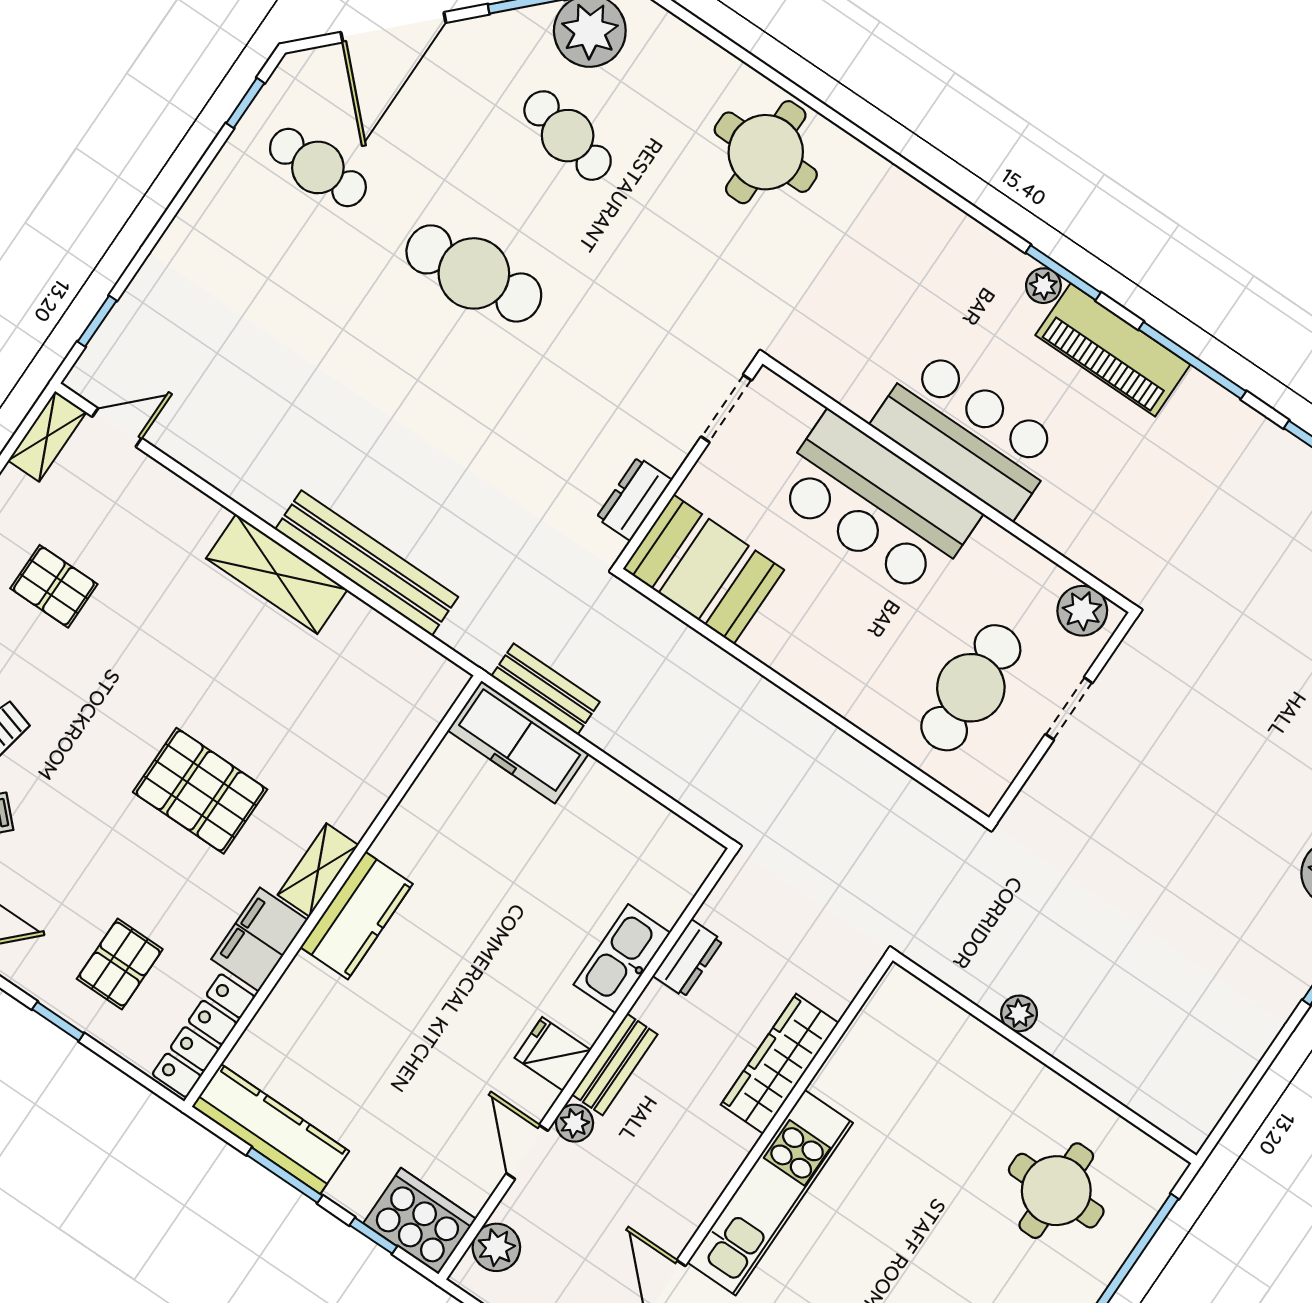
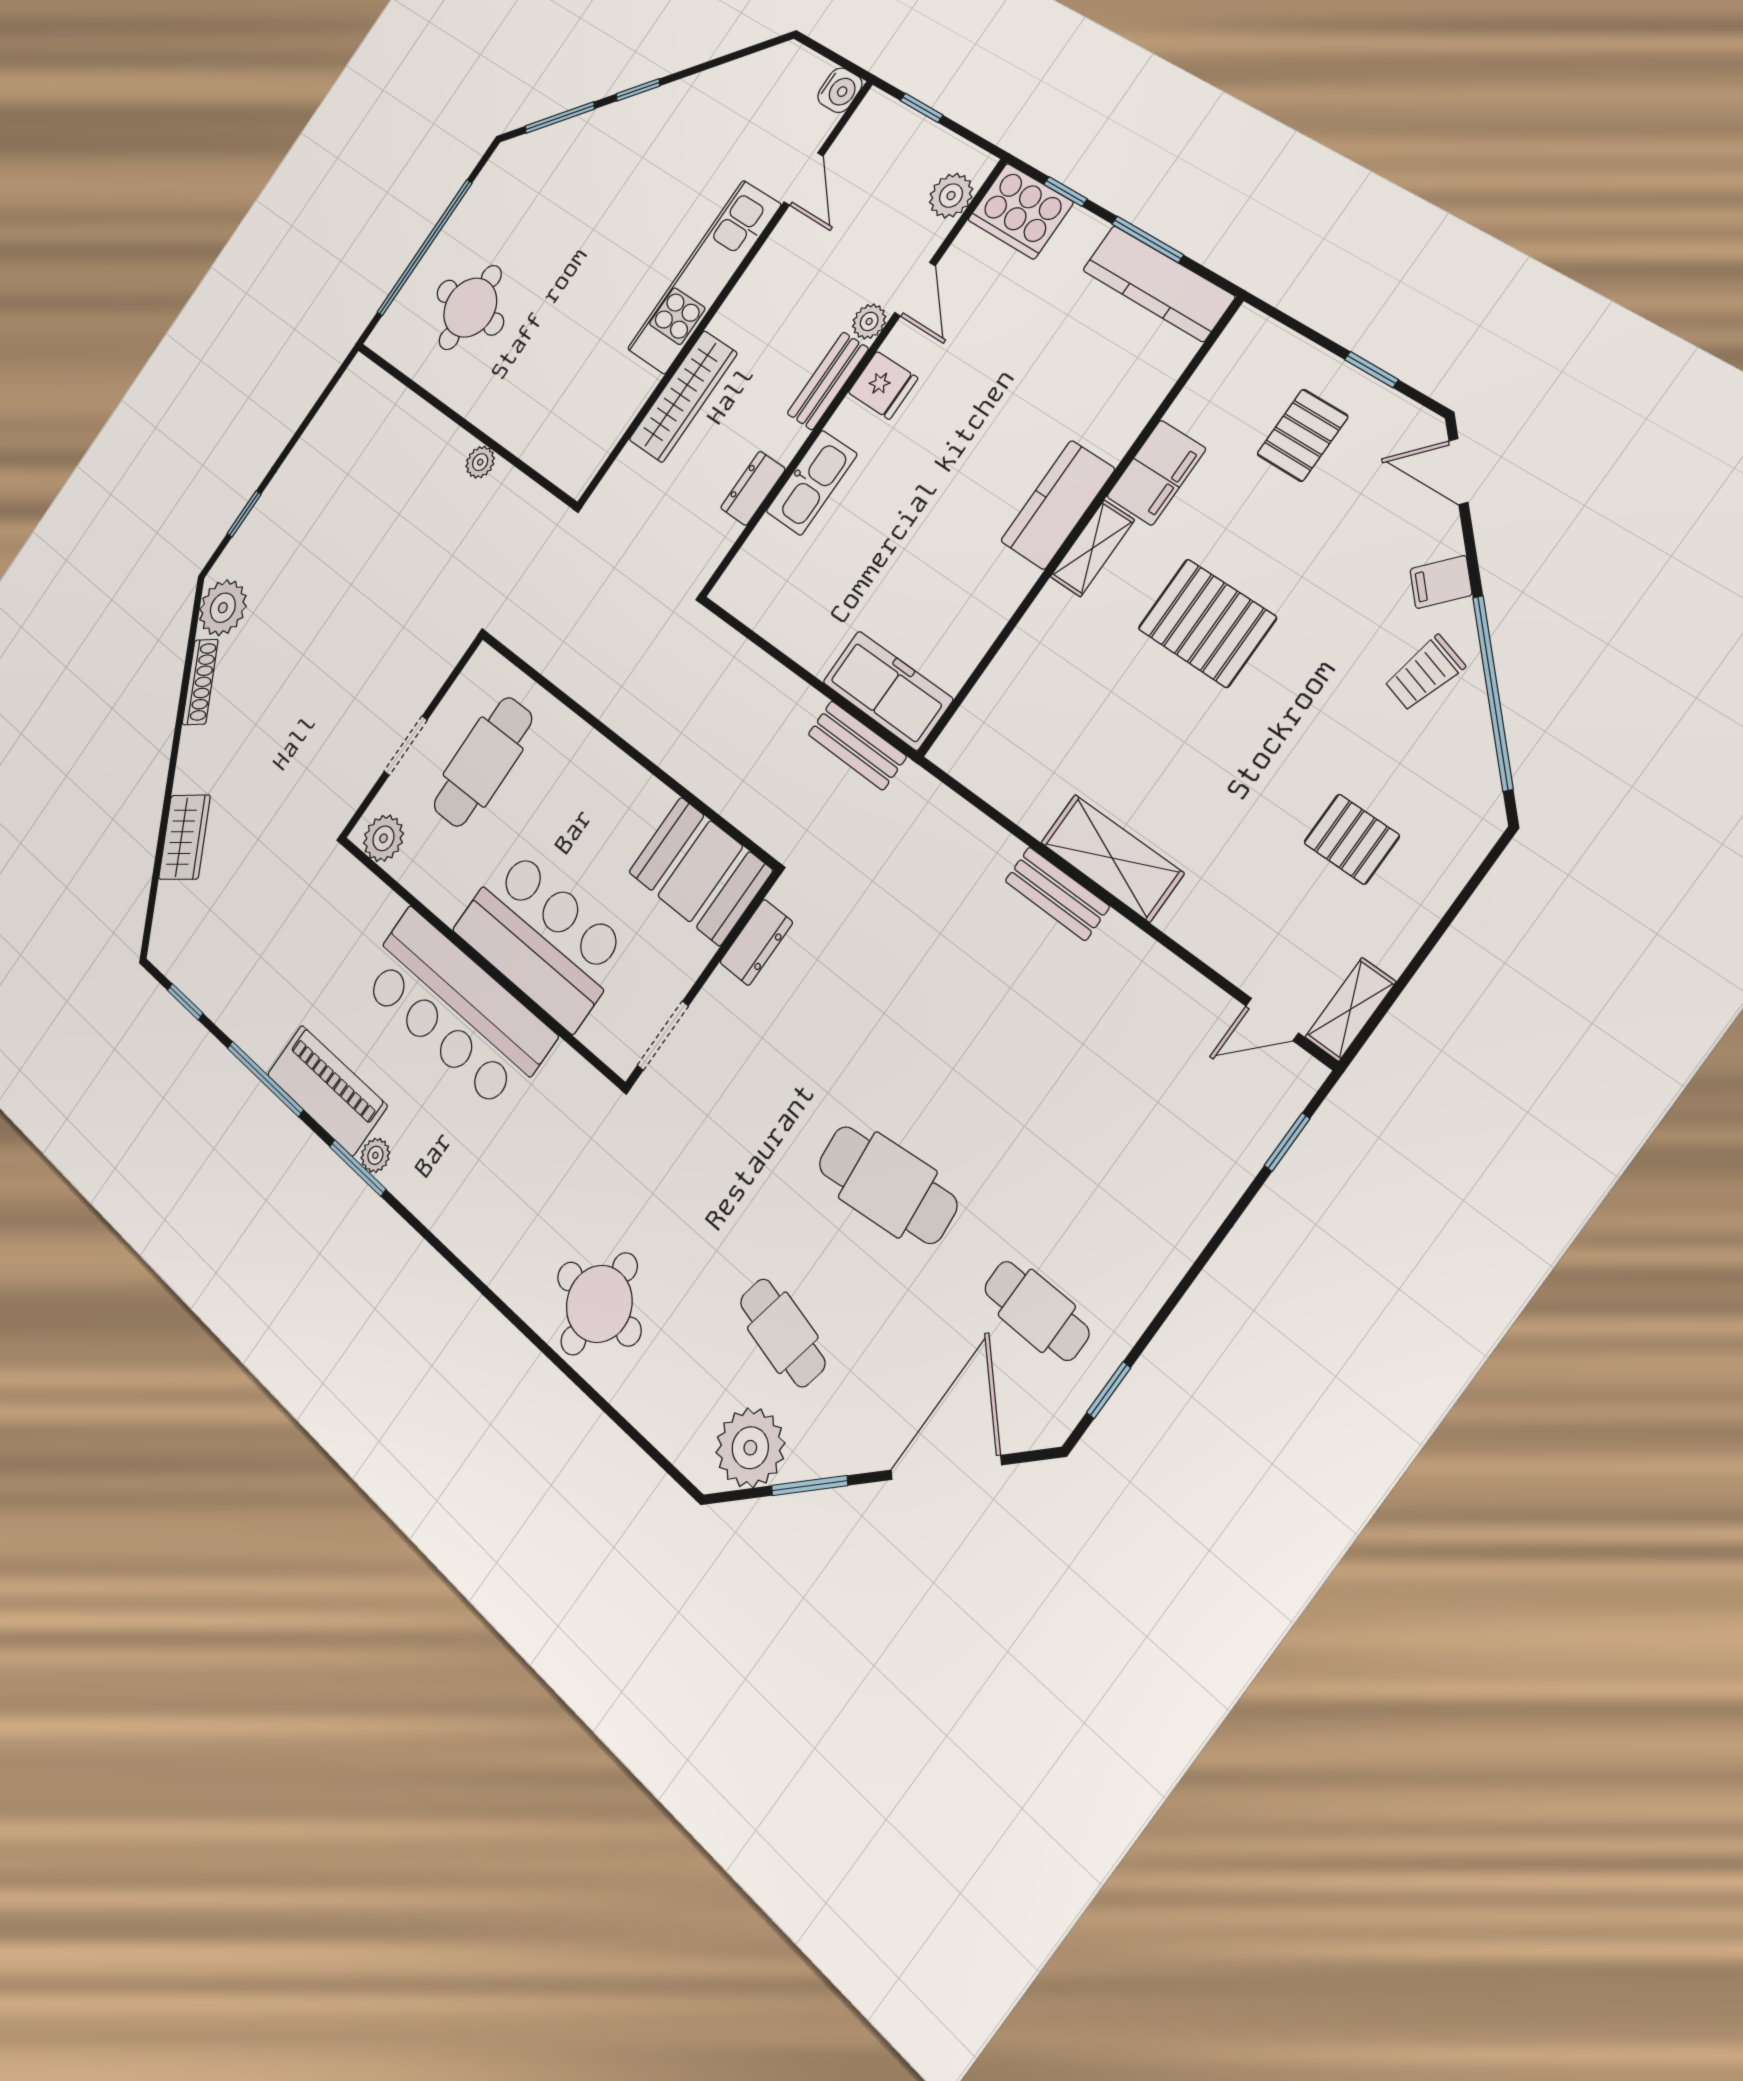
bar counter: (968, 434) -> (456, 1009), width x1.36
bench: (367, 563) -> (1057, 894), width x0.54, depth x0.82
locker: (204, 1036) -> (1220, 370), removed

